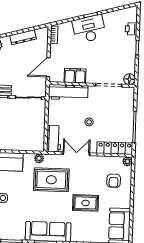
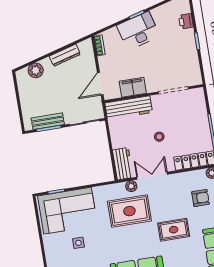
floor lamp: (129, 79) -> (195, 79), removed
plant: (39, 158) -> (131, 186), moved
armchair: (114, 181) -> (201, 198), turned -90

